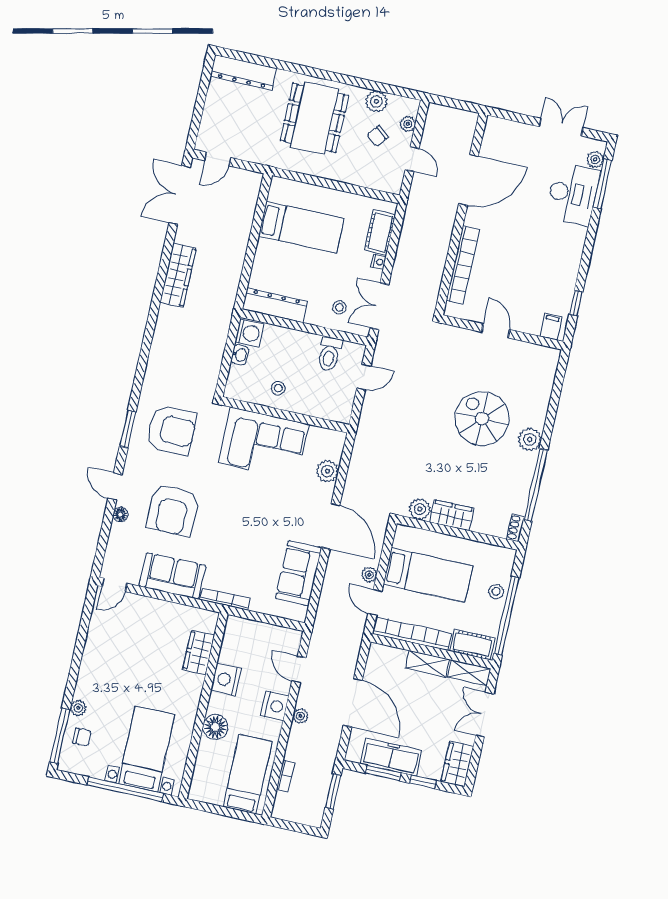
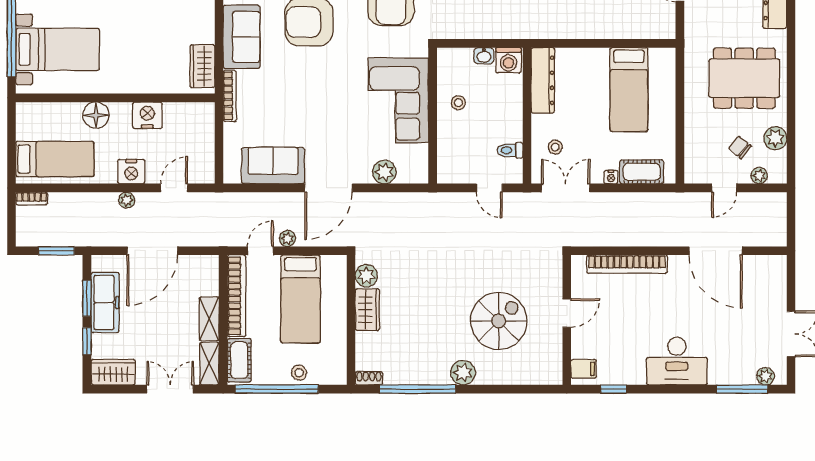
desk: (573, 194) -> (677, 361), moved
toilet: (329, 354) -> (510, 150), width x0.73, depth x0.72
spiral stairs: (482, 419) -> (499, 321), moved
wardrobe: (199, 652) -> (202, 66), moved, turned -90
bookcase: (286, 776) -> (32, 198), moved

